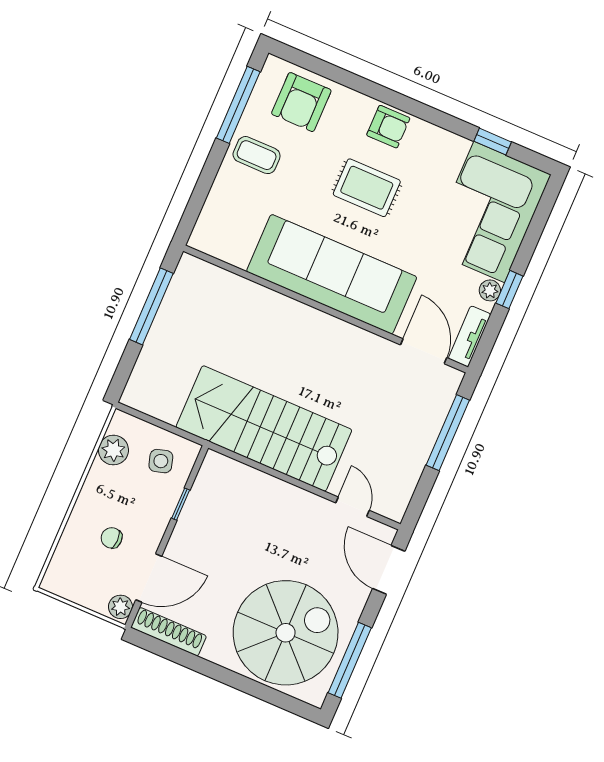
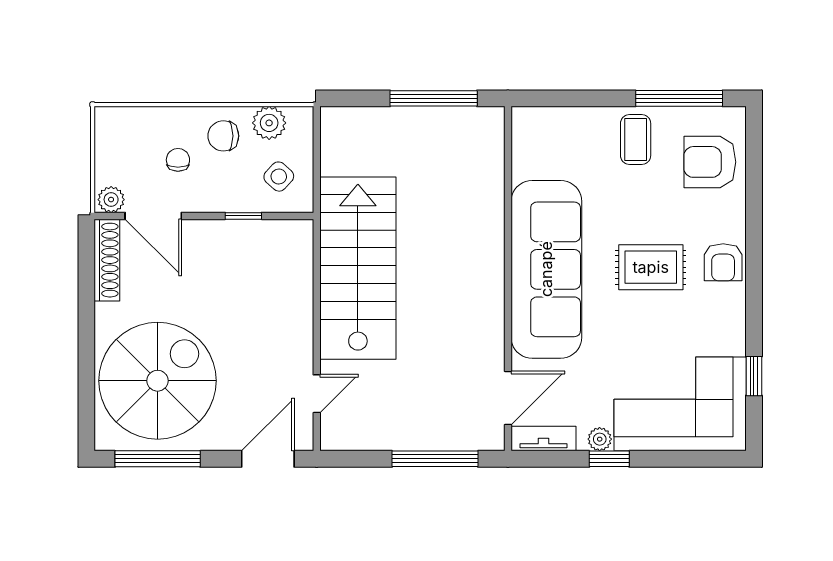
rug: (367, 188) -> (651, 267), turned 90
side table: (161, 461) -> (279, 177), turned -31
chair: (108, 492) -> (223, 136), added
spiral stairs: (286, 633) -> (158, 381), turned -90

